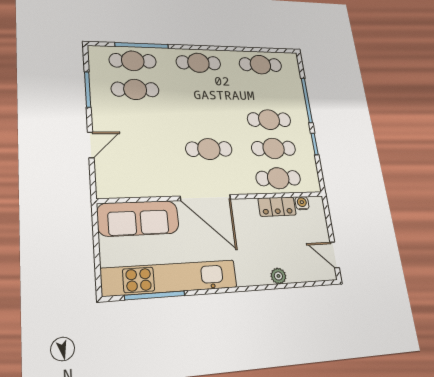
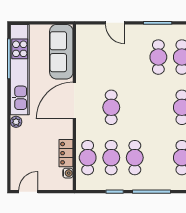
plant: (278, 276) -> (16, 122), moved

